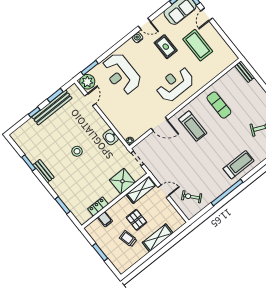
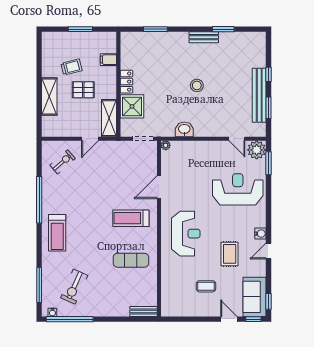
coffee table: (198, 45) -> (206, 286), width x0.54, depth x0.58
rug: (166, 47) -> (230, 254), turned 90
locker: (98, 207) -> (126, 82), moved

